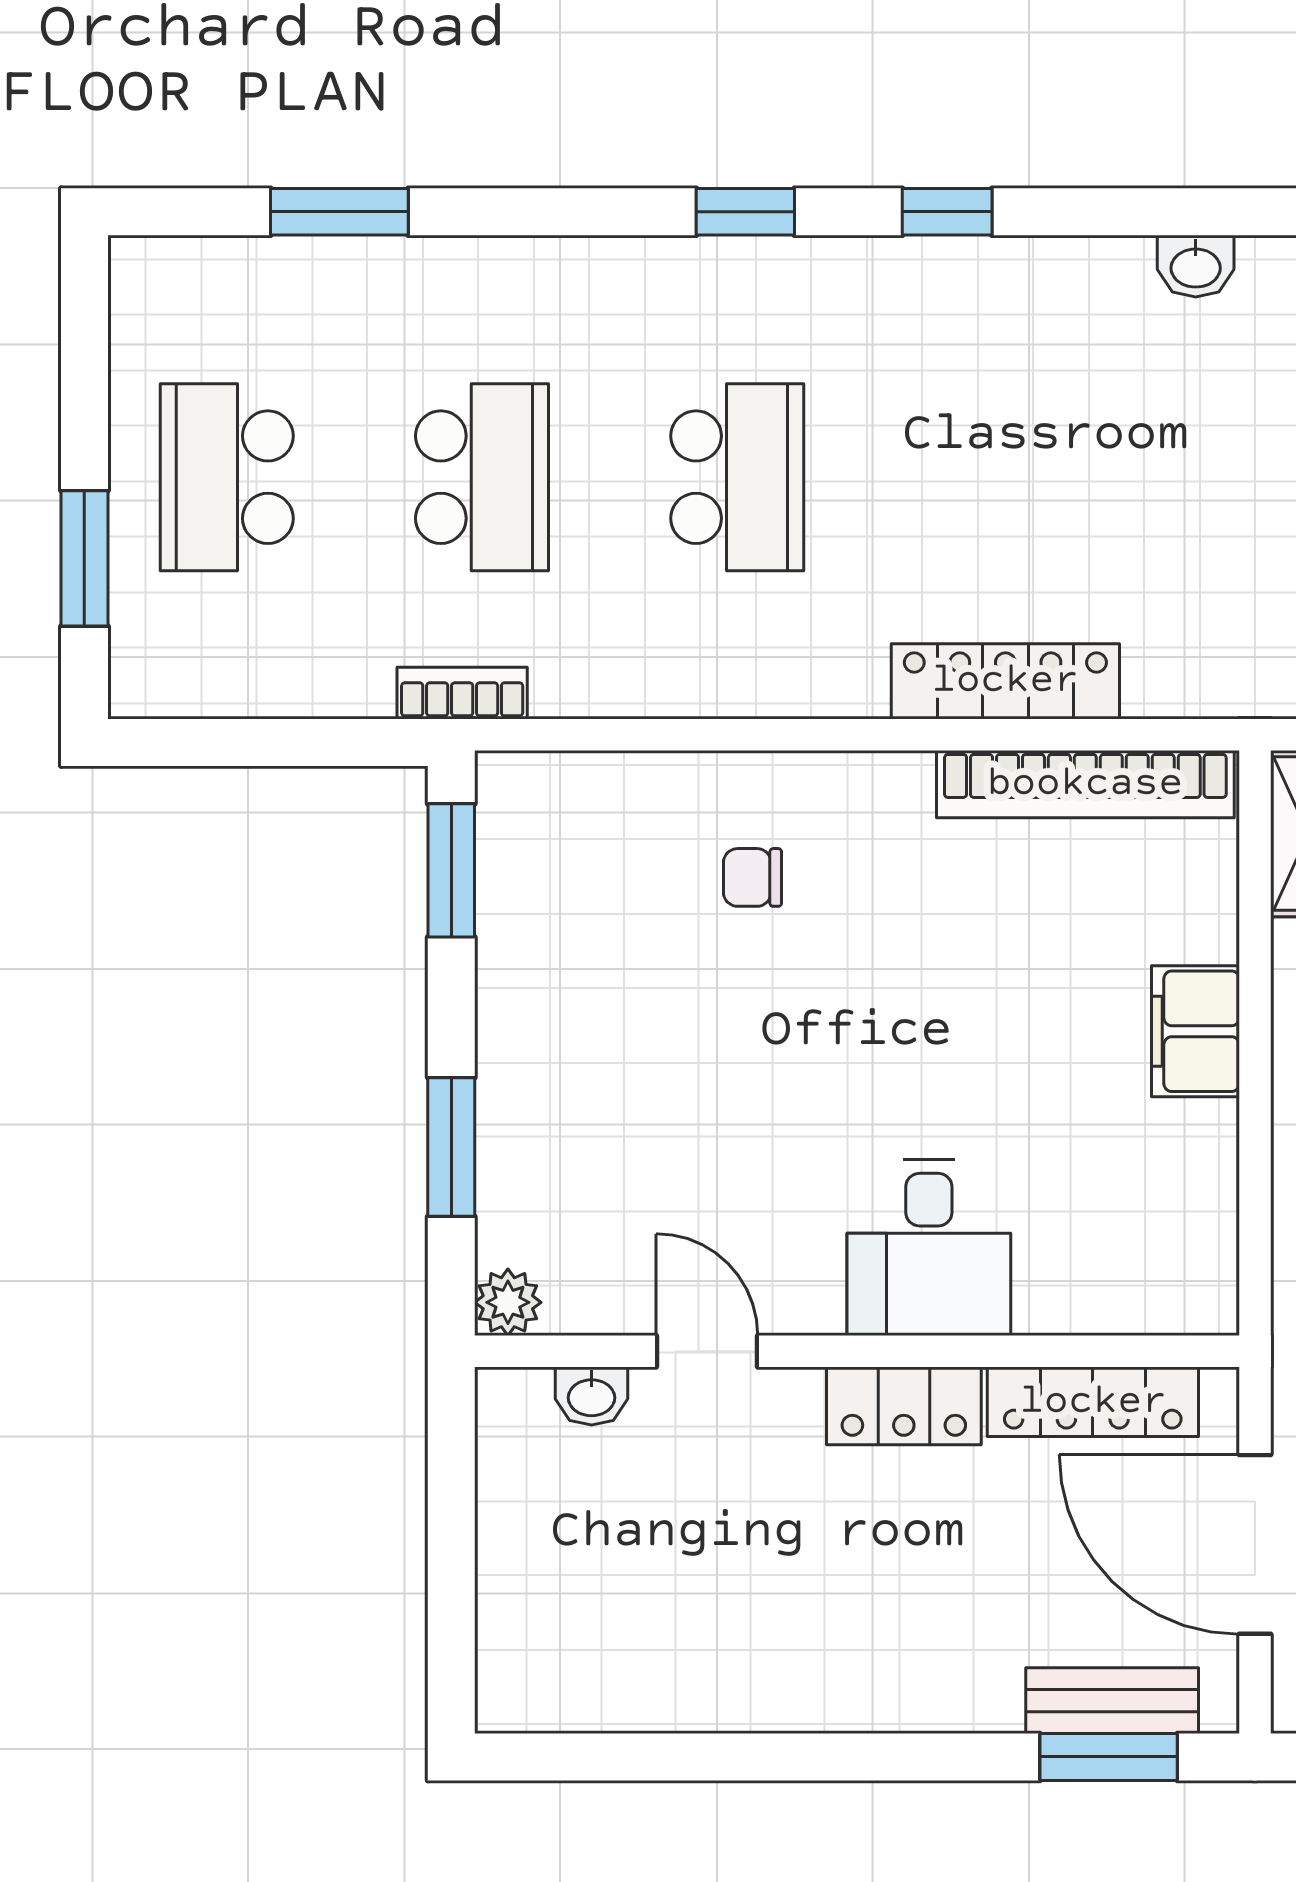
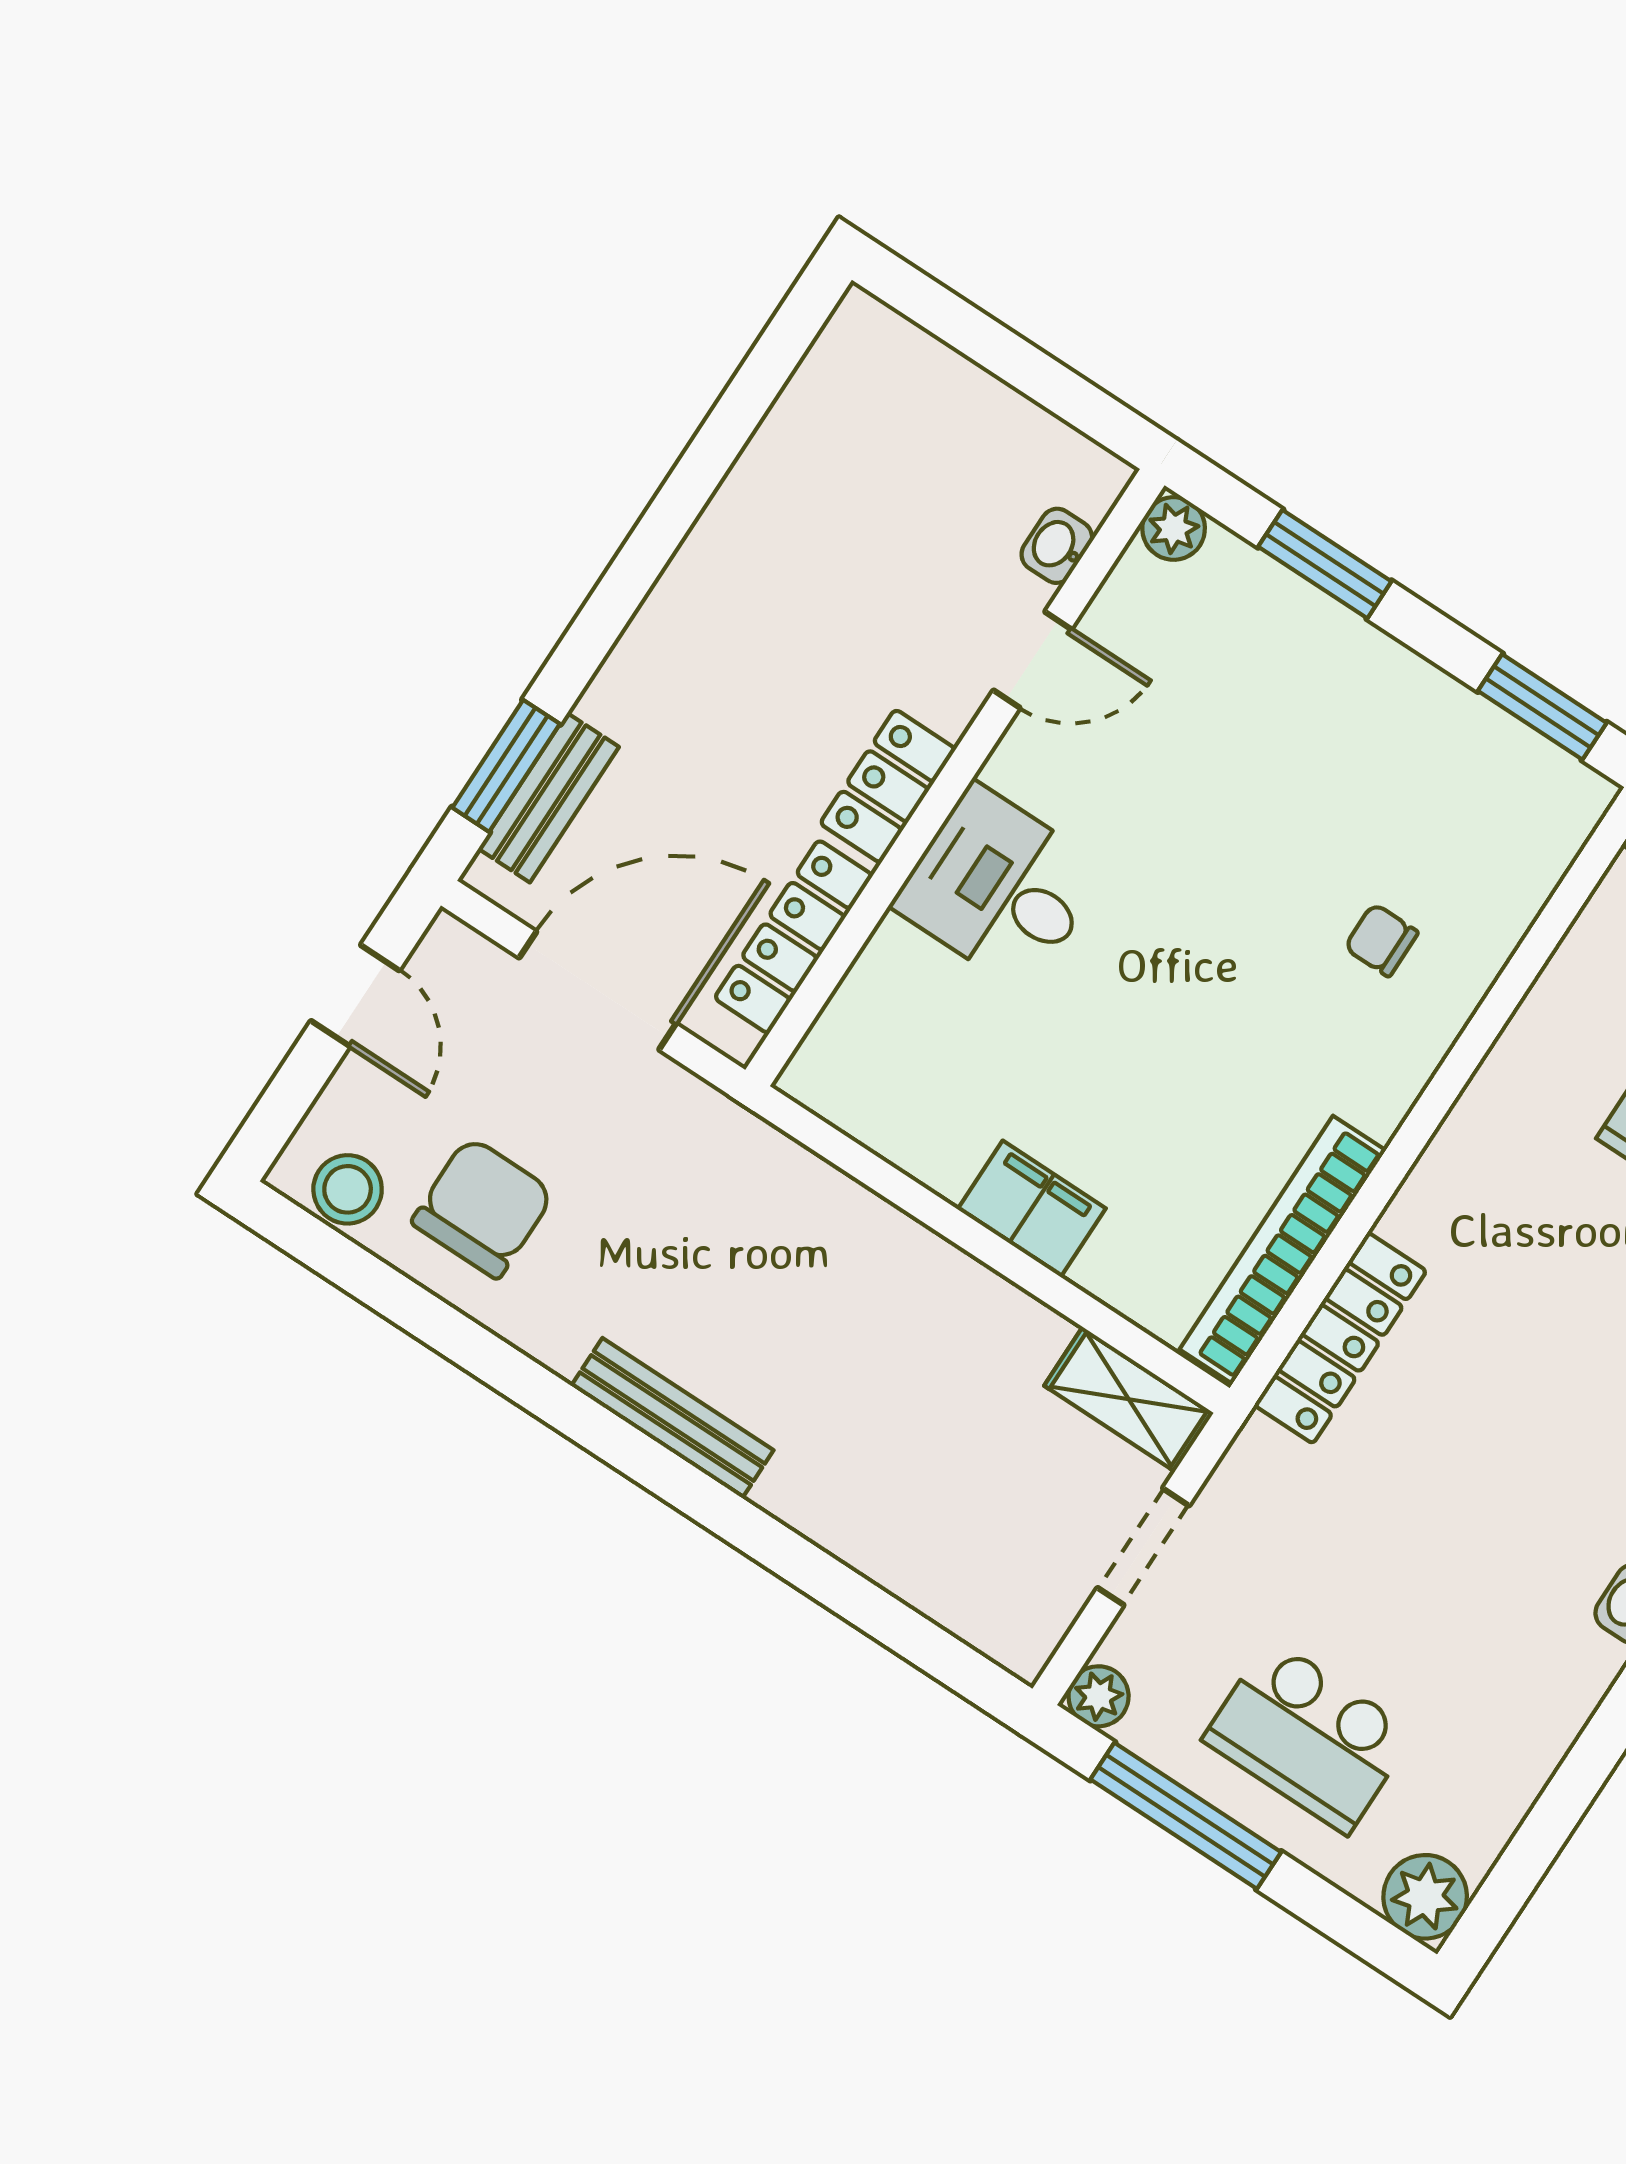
locker: (1005, 681) -> (1340, 1338), moved
chair: (752, 877) -> (1381, 940), turned -90

